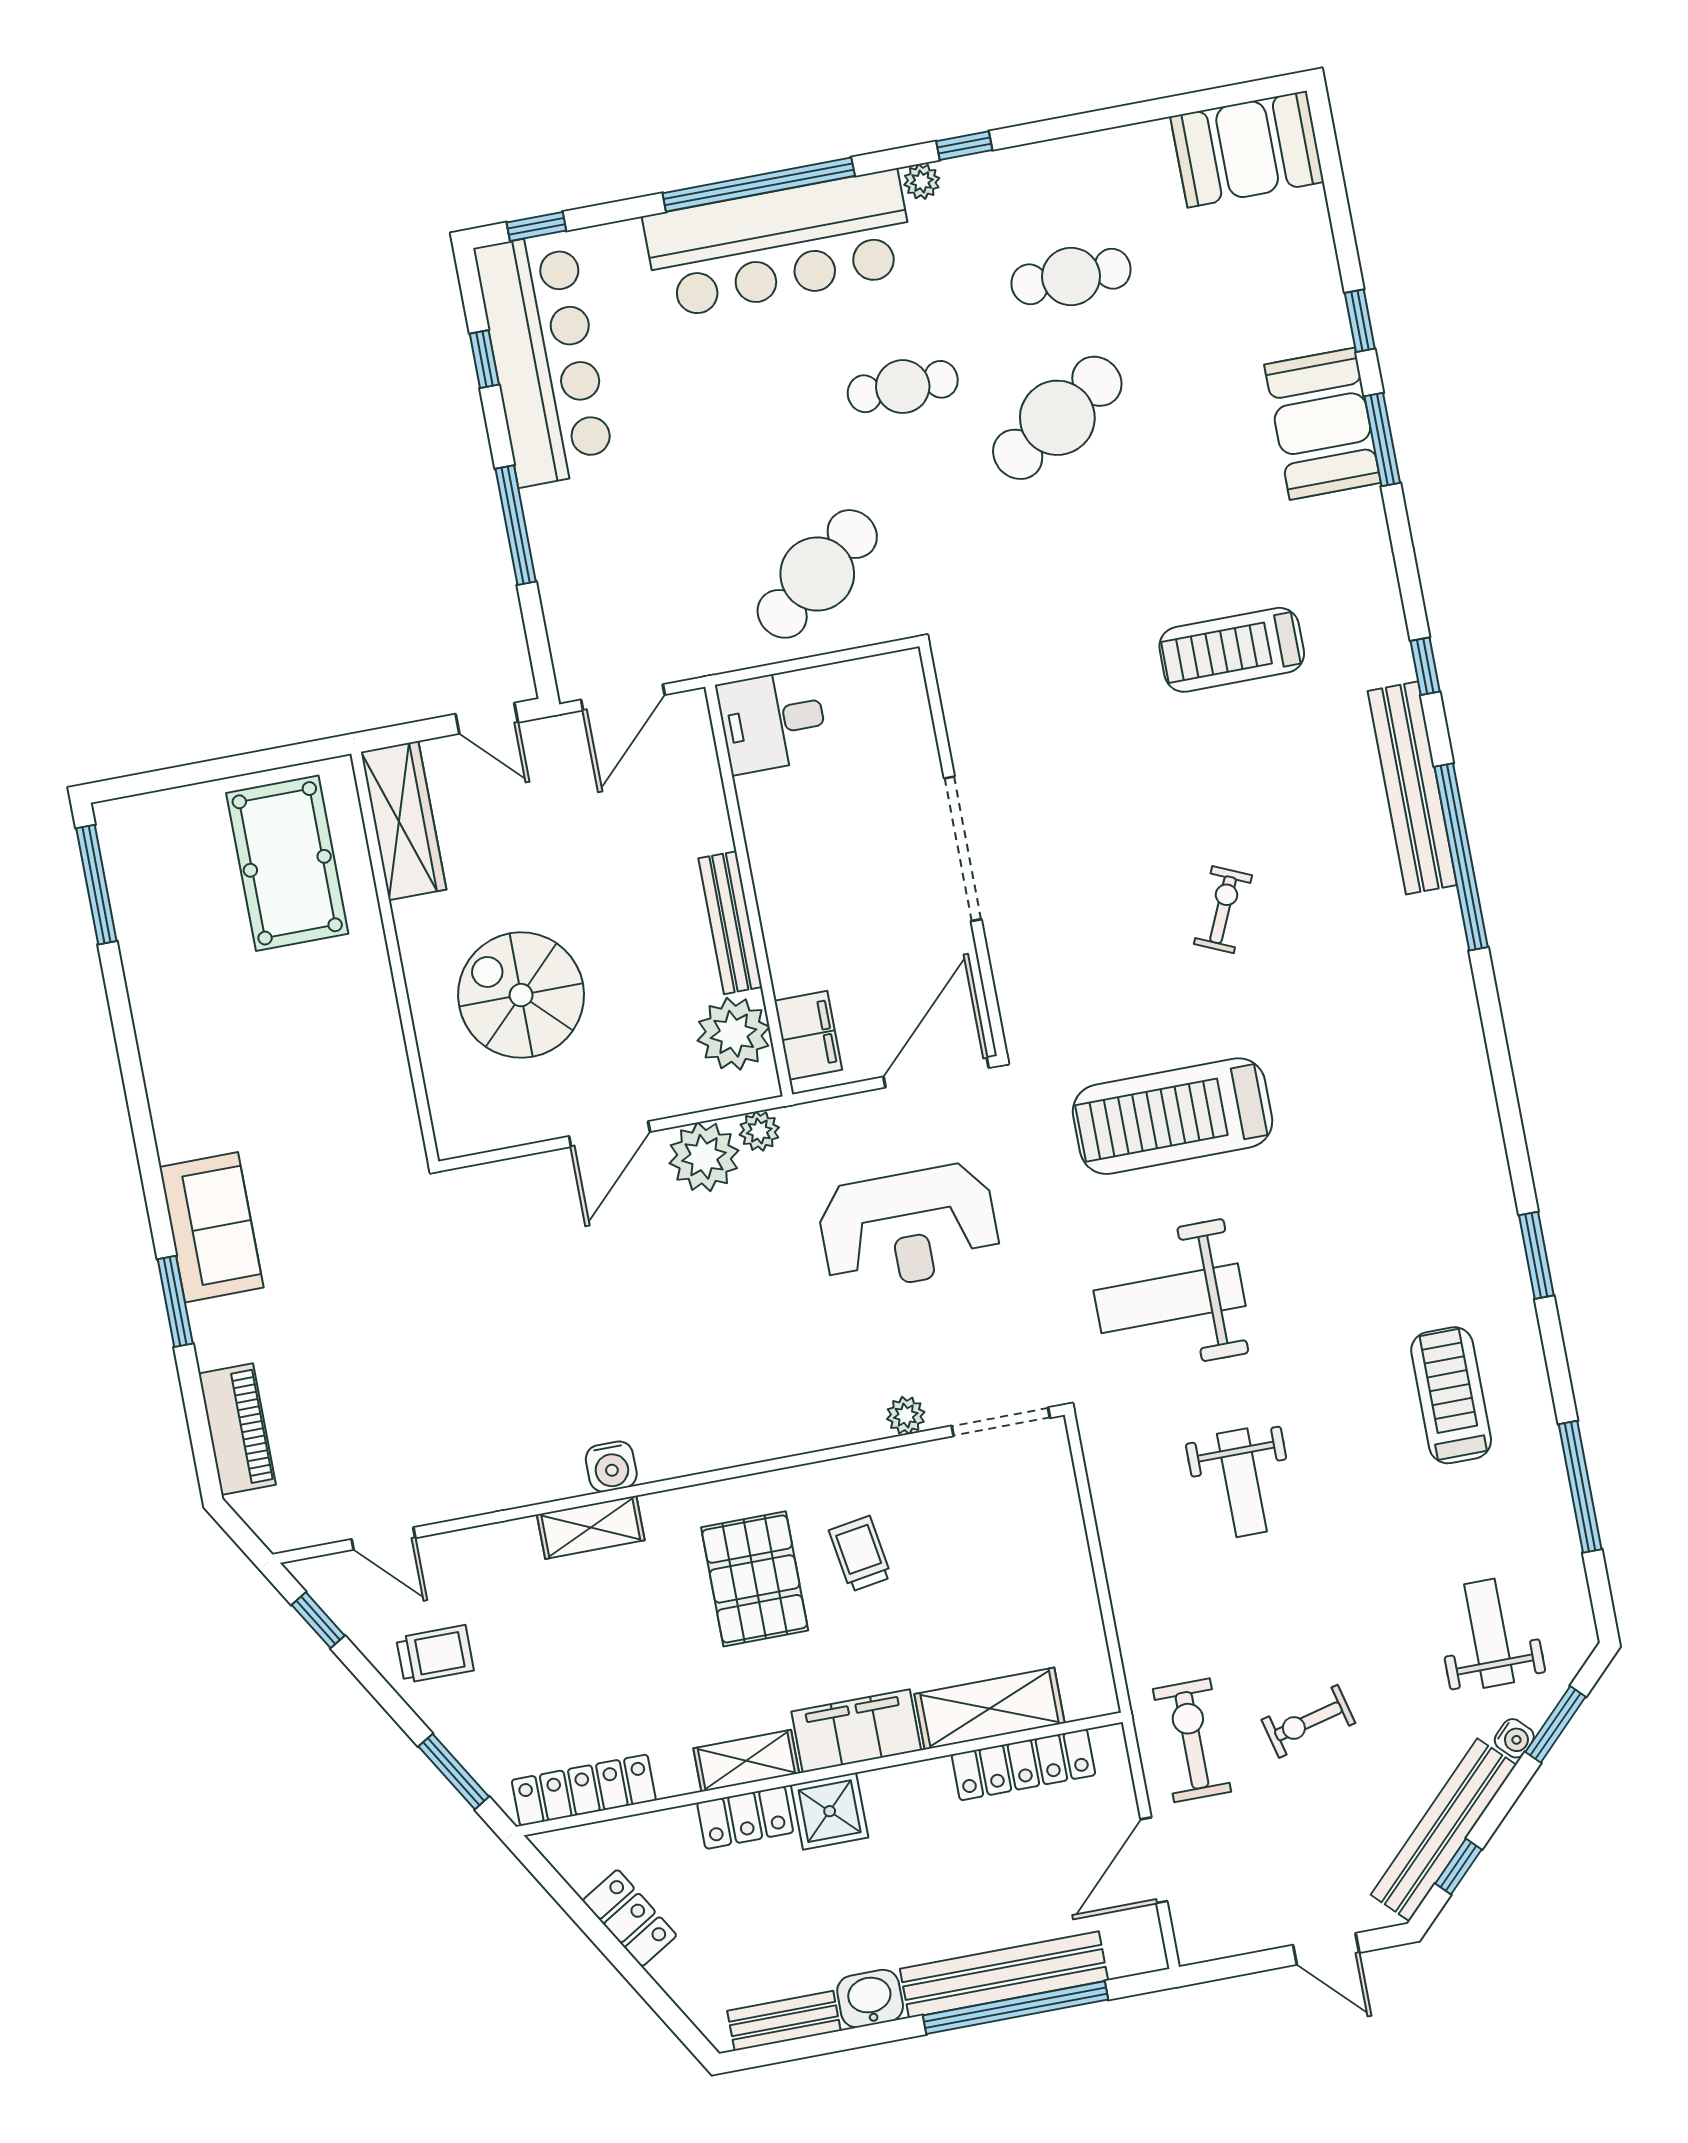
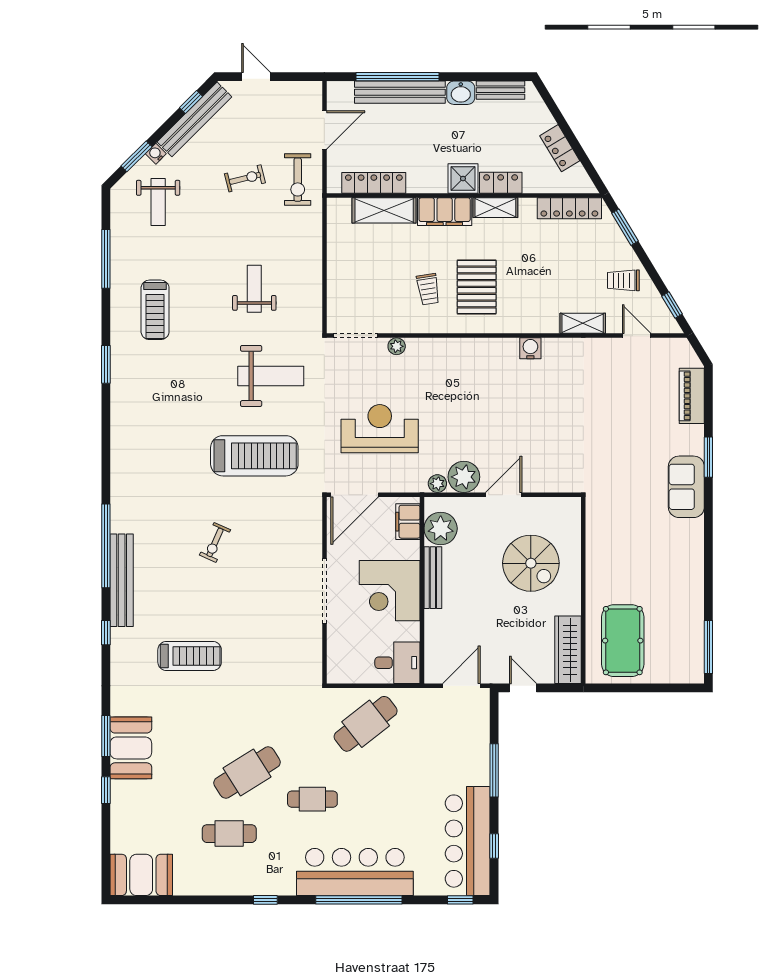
plant: (922, 181) -> (287, 888), removed
corner desk: (820, 876) -> (390, 591), added
shelving: (591, 1527) -> (583, 323), moved

